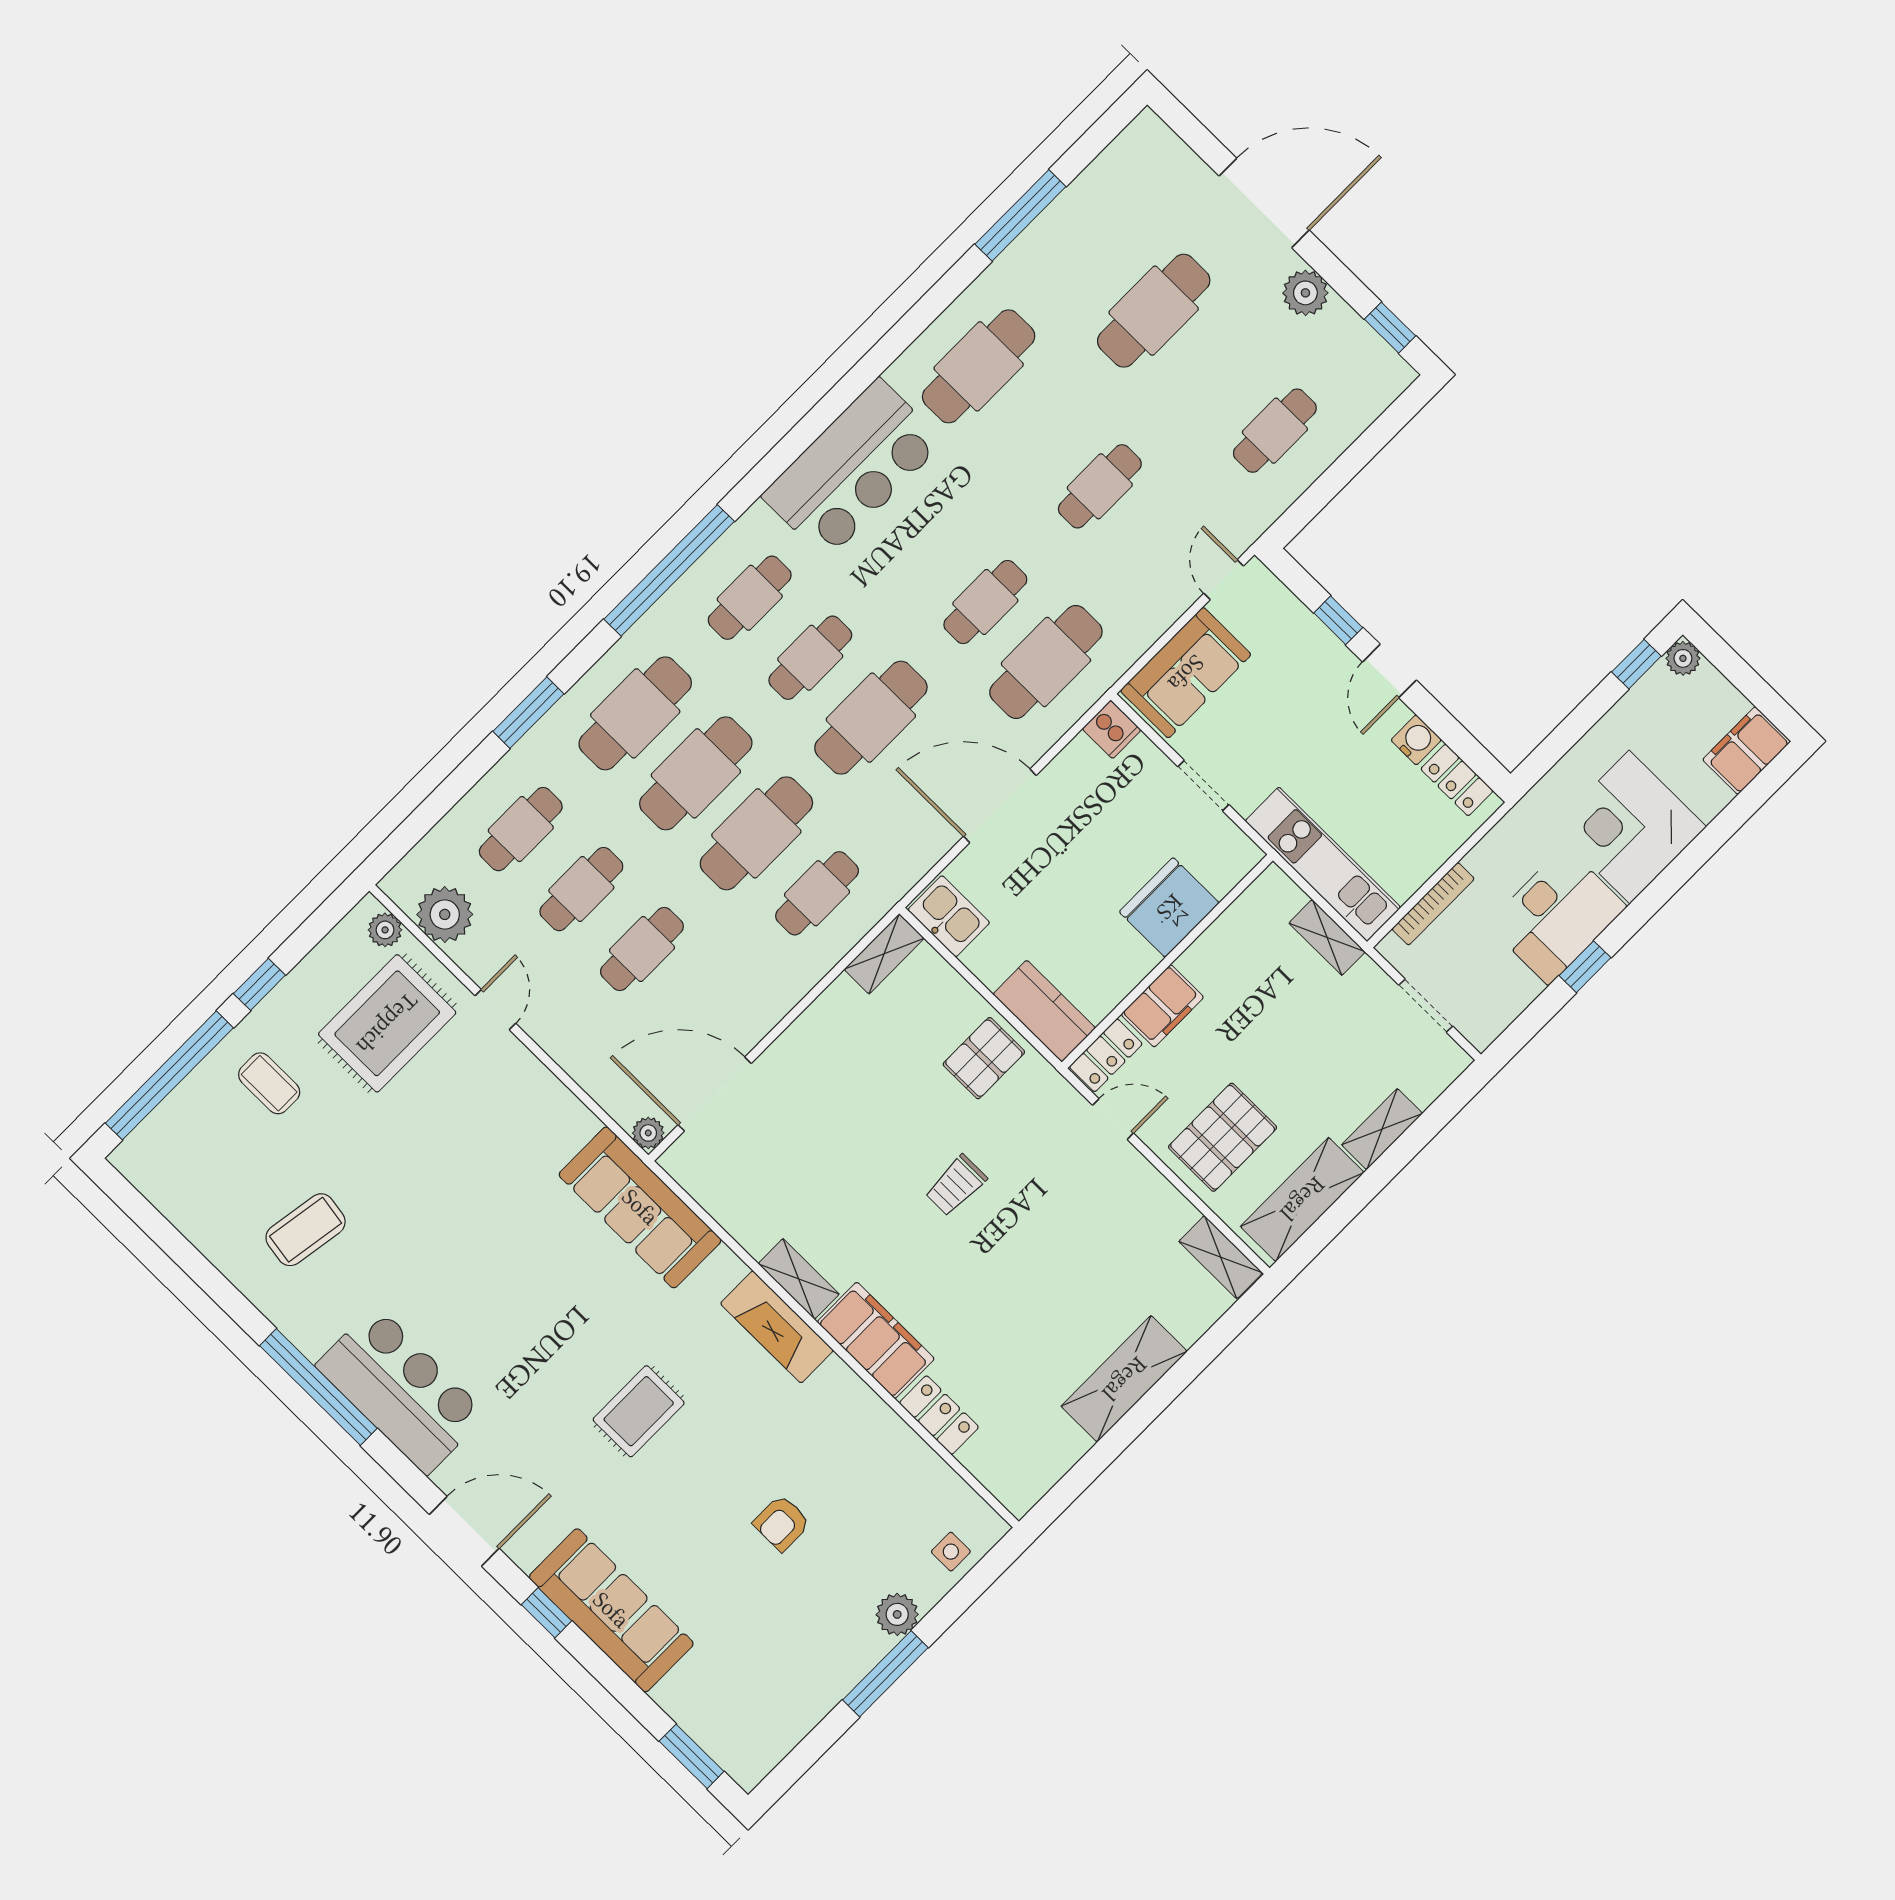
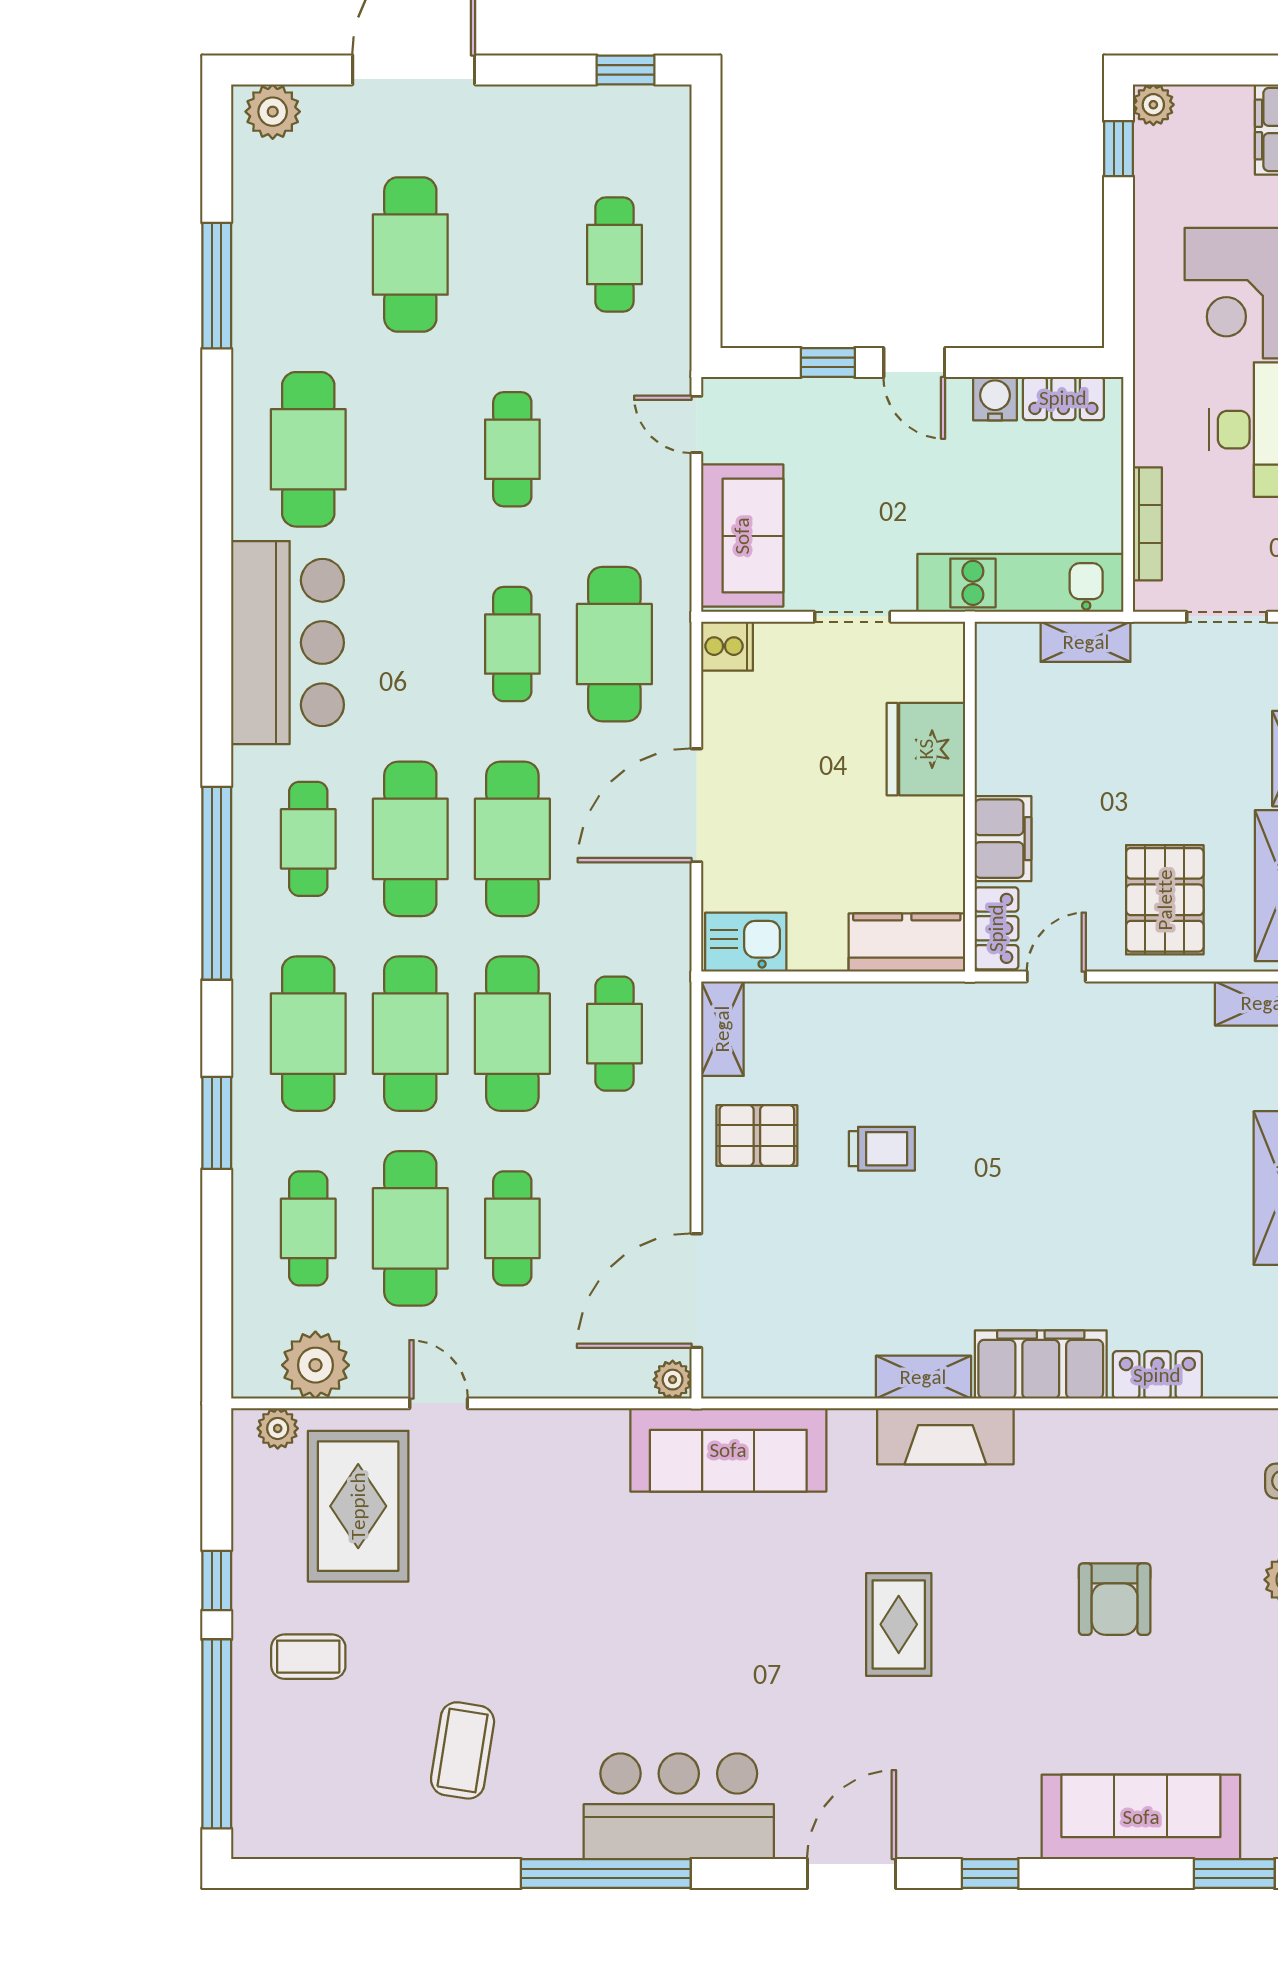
plant: (1305, 293) -> (273, 112), moved
cafe table: (810, 658) -> (410, 839), width x1.37, depth x1.35
cafe table: (581, 889) -> (410, 1228), width x1.37, depth x1.35
pallet: (984, 1058) -> (757, 1136), moved, turned 90
trolley: (956, 1185) -> (882, 1149), moved, turned -90
armchair: (782, 1523) -> (1115, 1599), width x1.38, depth x1.38
sofa: (611, 1610) -> (1141, 1817), moved

